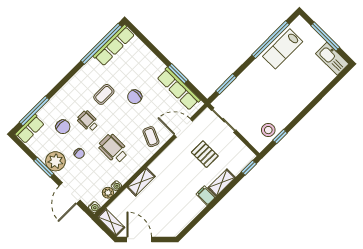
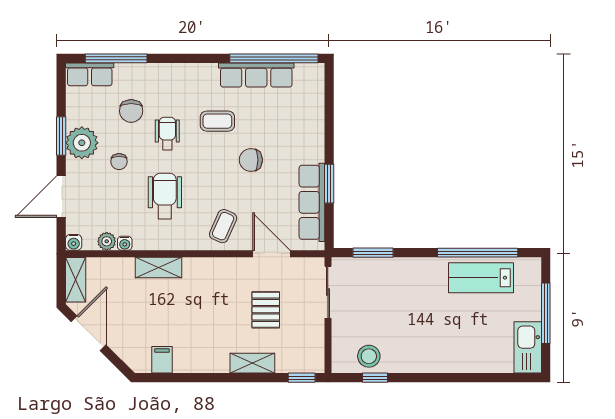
row of seats: (114, 45) -> (256, 75), moved
filing cabinet: (206, 196) -> (162, 360), moved

